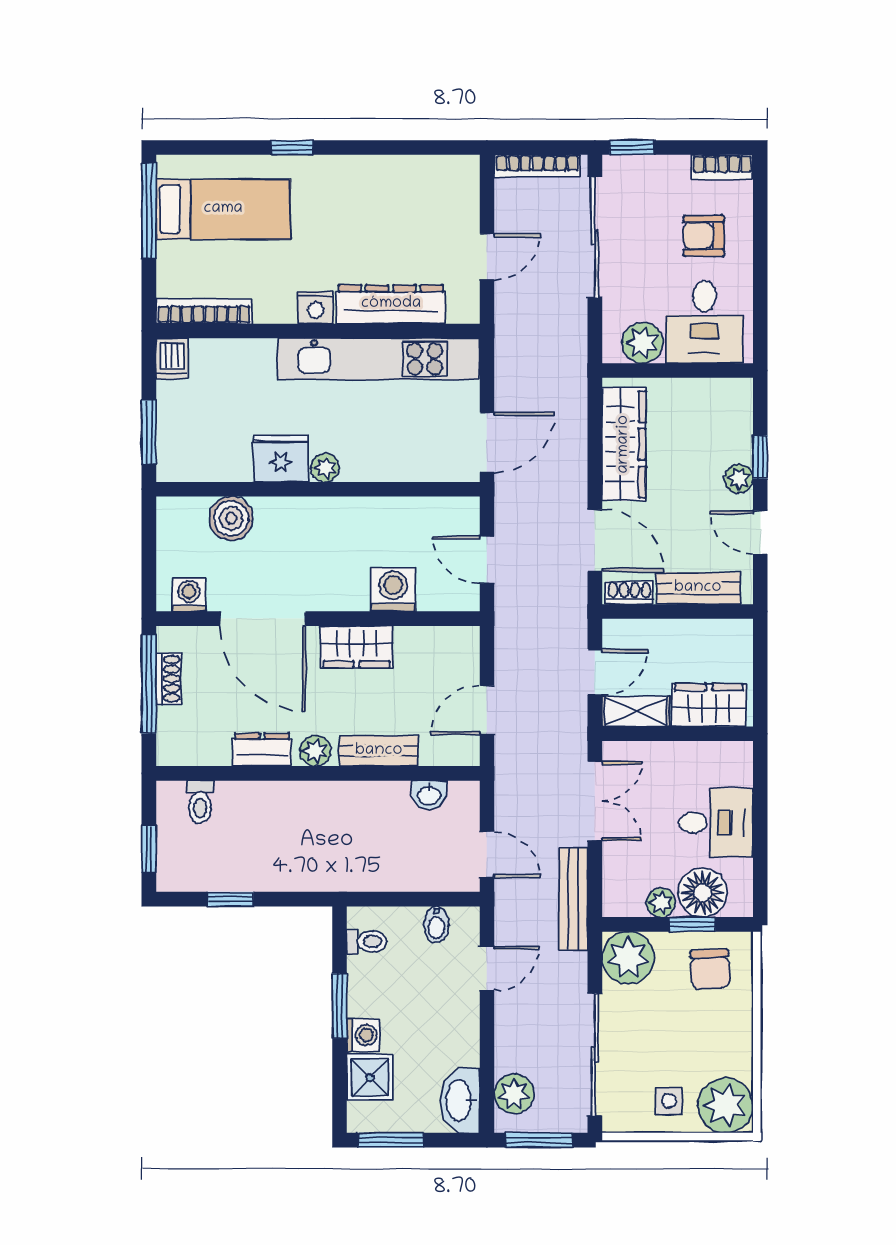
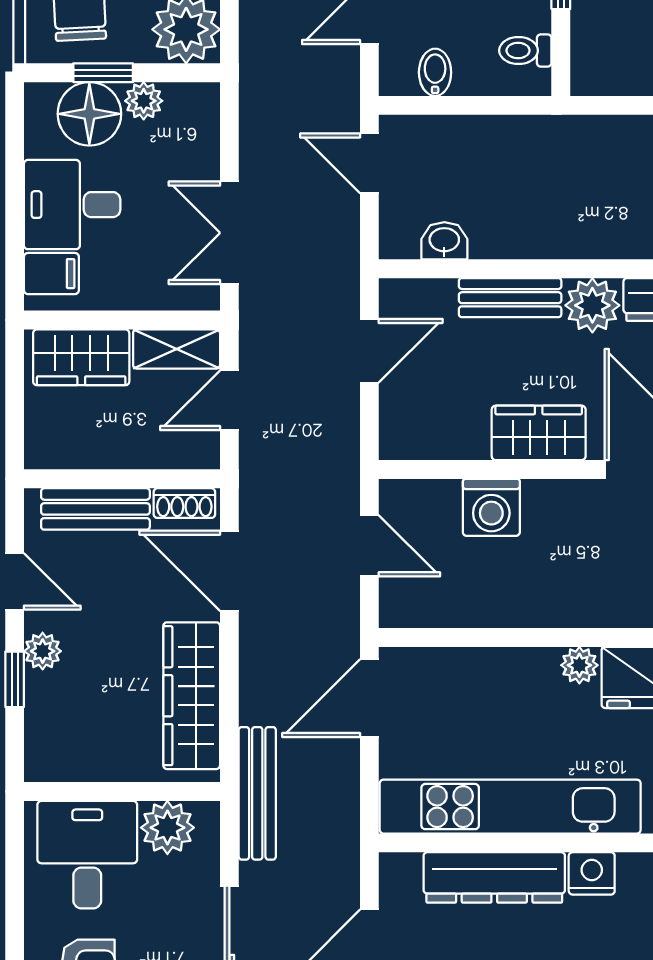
plant: (315, 751) -> (592, 305), width x1.38, depth x1.38
filing cabinet: (732, 770) -> (51, 274), added
bench: (573, 899) -> (257, 793), moved

